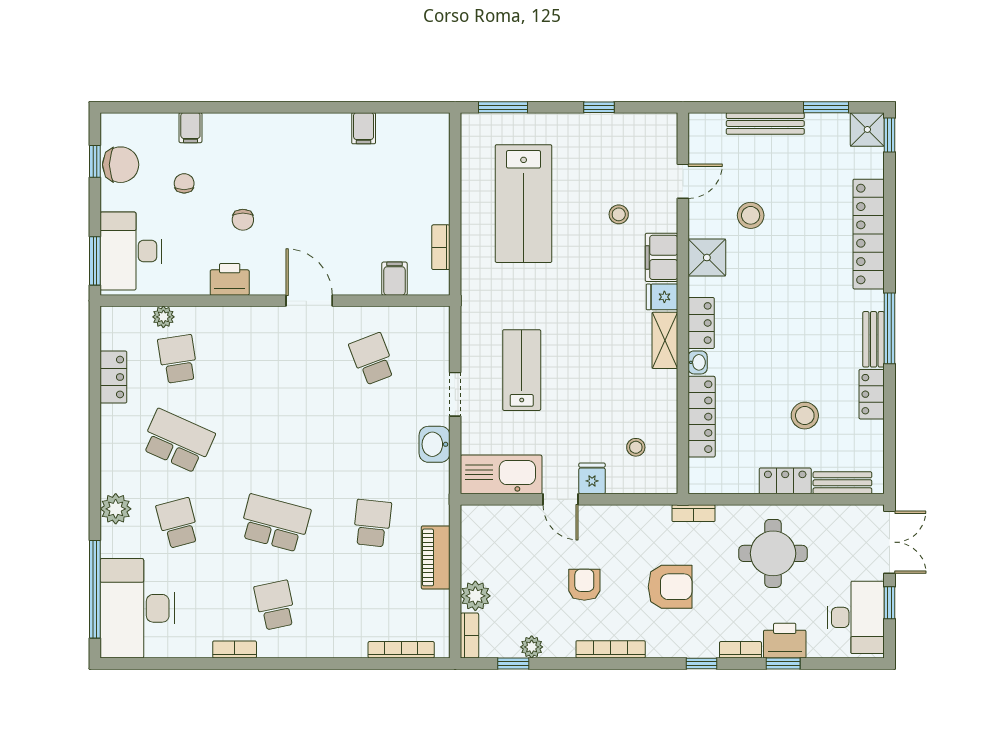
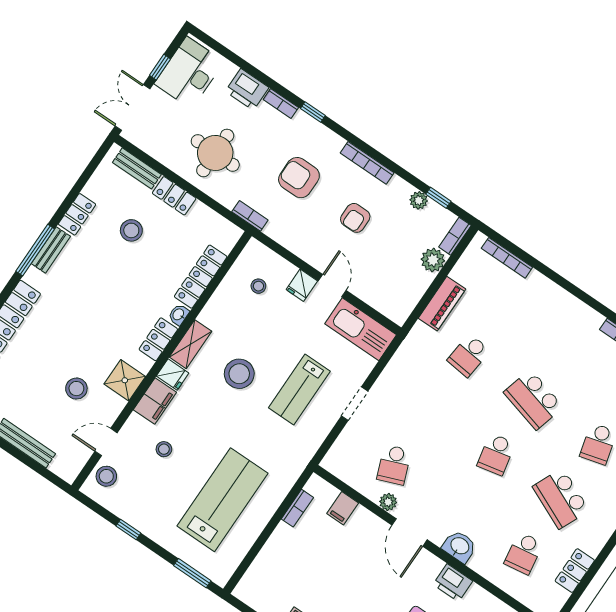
stool: (659, 146) -> (106, 476), added
plant: (163, 317) -> (388, 502), moved
stool: (594, 344) -> (239, 374), added
washbasin: (435, 444) -> (459, 546), moved, turned -90
school desk: (275, 605) -> (496, 454), moved
window: (783, 663) -> (258, 75), removed

